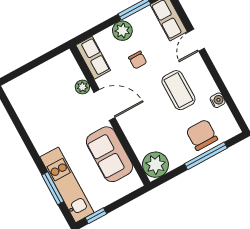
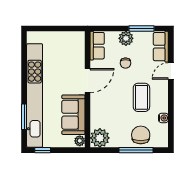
plant: (82, 87) -> (80, 141), moved
door: (104, 105) -> (88, 81), hinge flipped
kitchen unit: (67, 185) -> (35, 95), width x1.86

